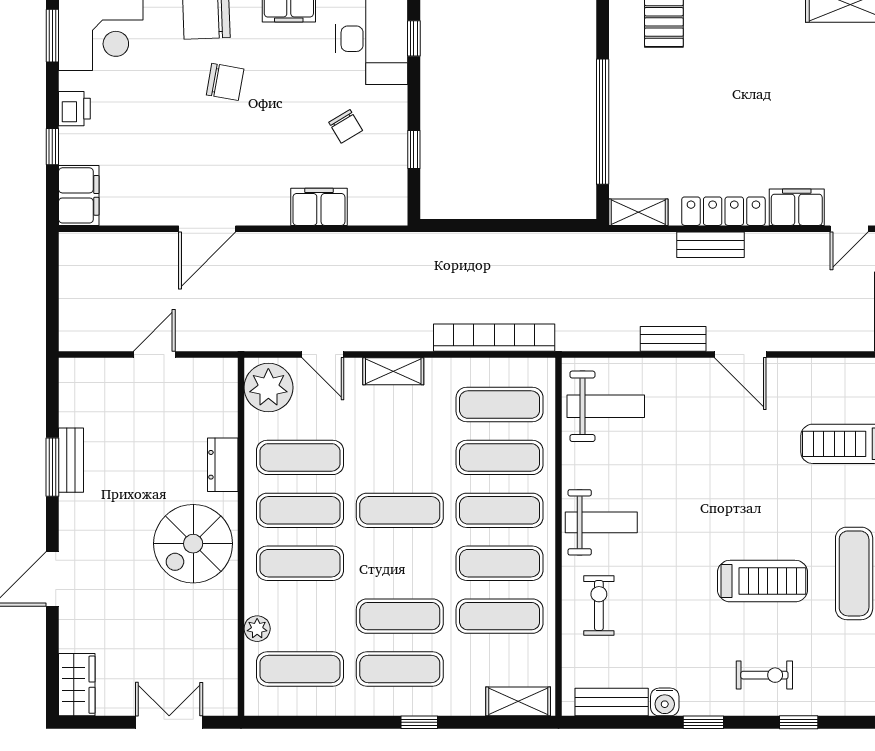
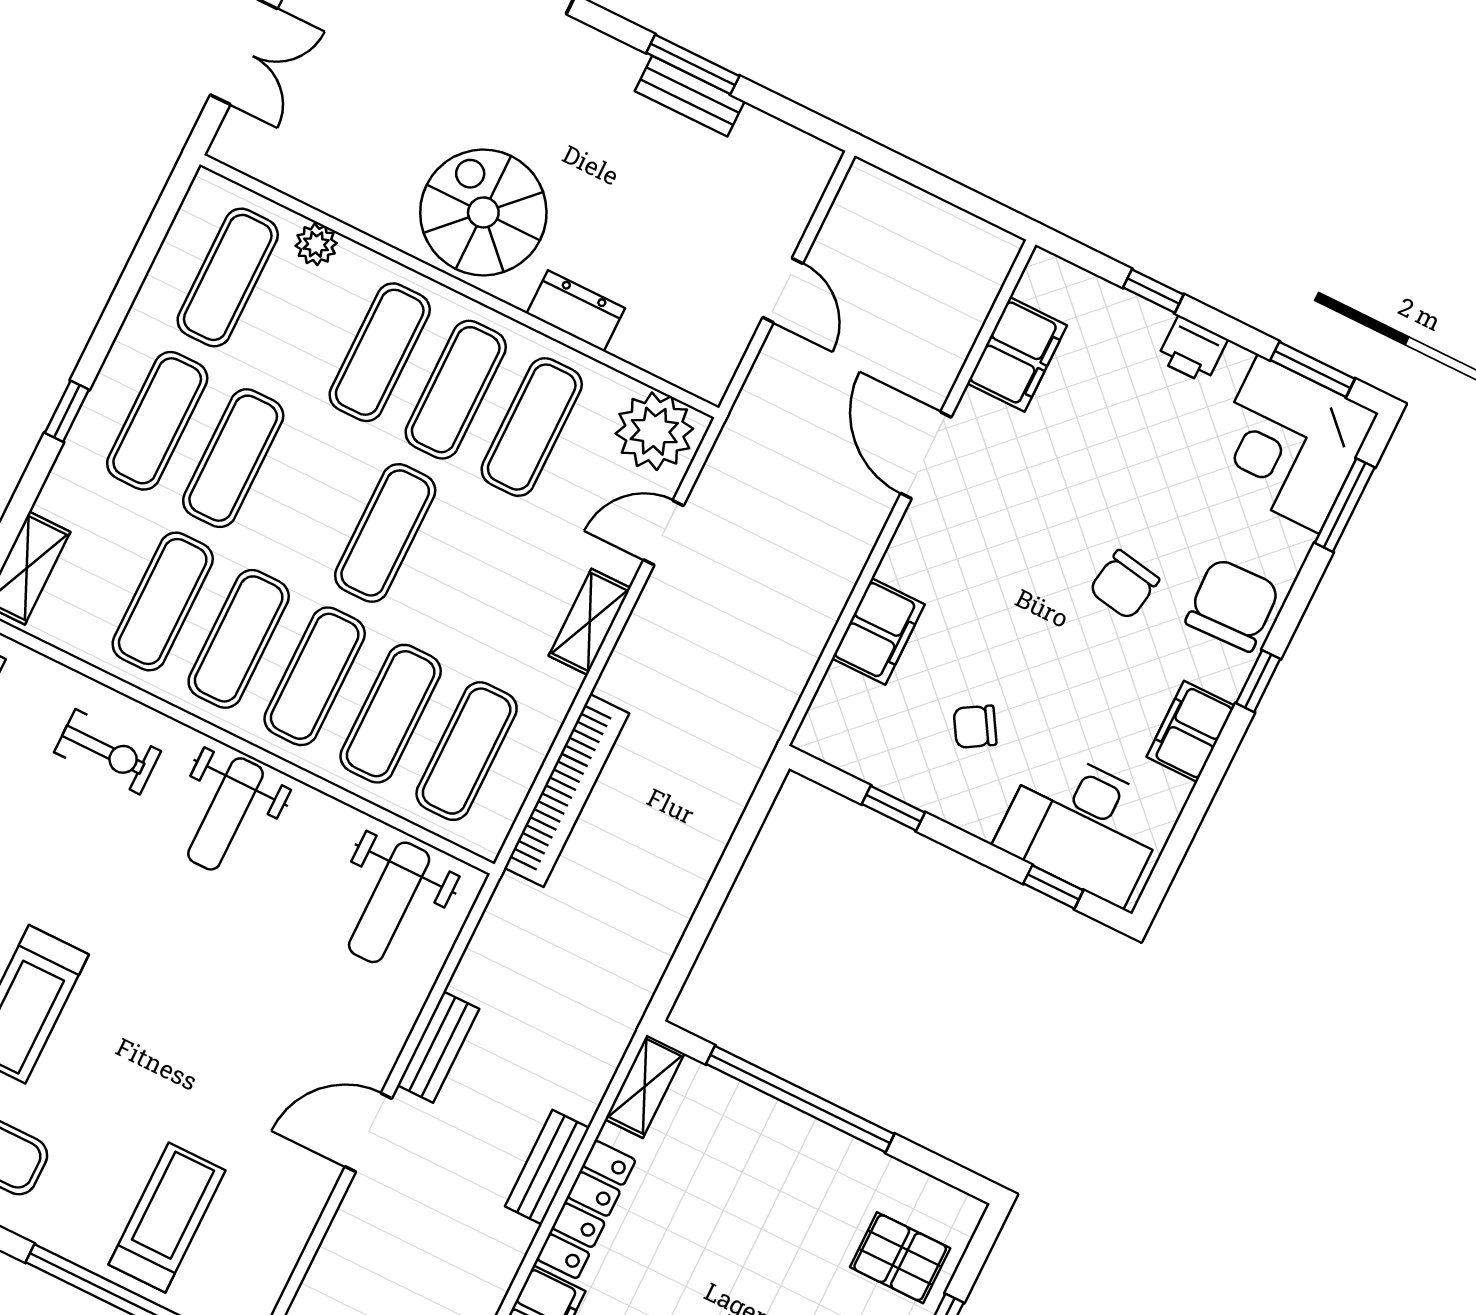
filing cabinet: (79, 195) -> (1017, 354), moved, turned -90

